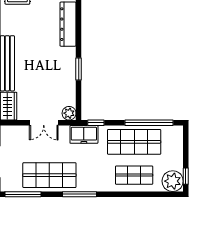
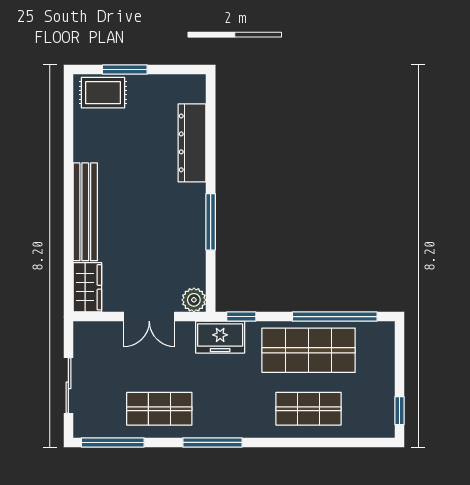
window: (79, 69) -> (211, 222), width x1.44
shop shelf: (49, 175) -> (159, 409), width x0.70, depth x0.74
plant: (173, 181) -> (376, 419), removed

